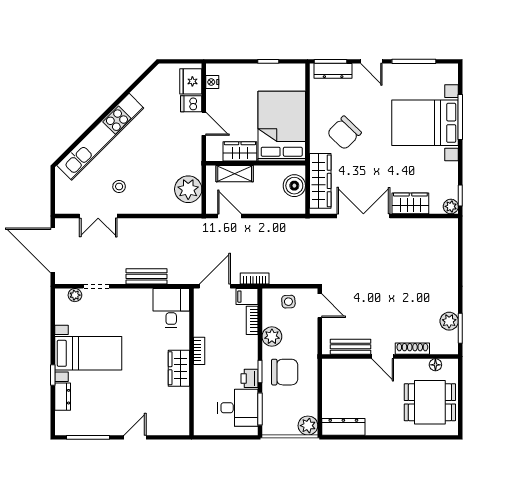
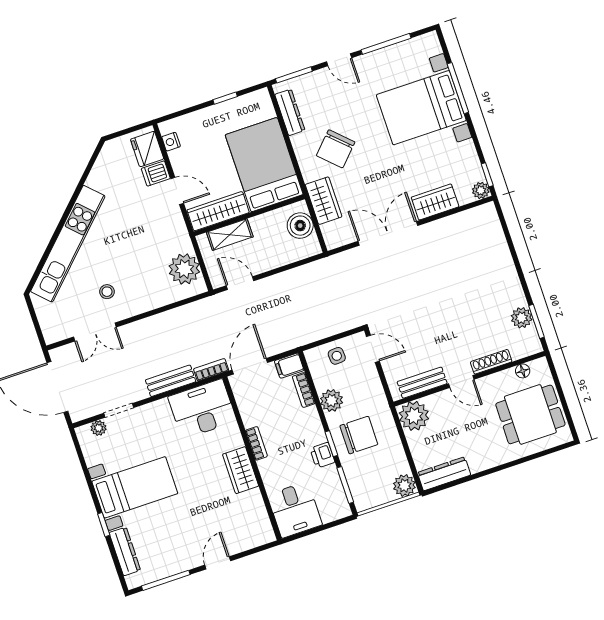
dresser: (333, 71) -> (290, 112), moved, turned -90
wardrobe: (240, 151) -> (218, 211), width x1.50
wardrobe: (320, 181) -> (324, 201), width x0.67
bookcase: (255, 278) -> (211, 370), moved
desk: (171, 308) -> (202, 409), width x1.37
plant: (335, 372) -> (414, 416), added
dresser: (63, 397) -> (125, 551), width x1.44
desk: (238, 408) -> (295, 510), moved, turned 90

